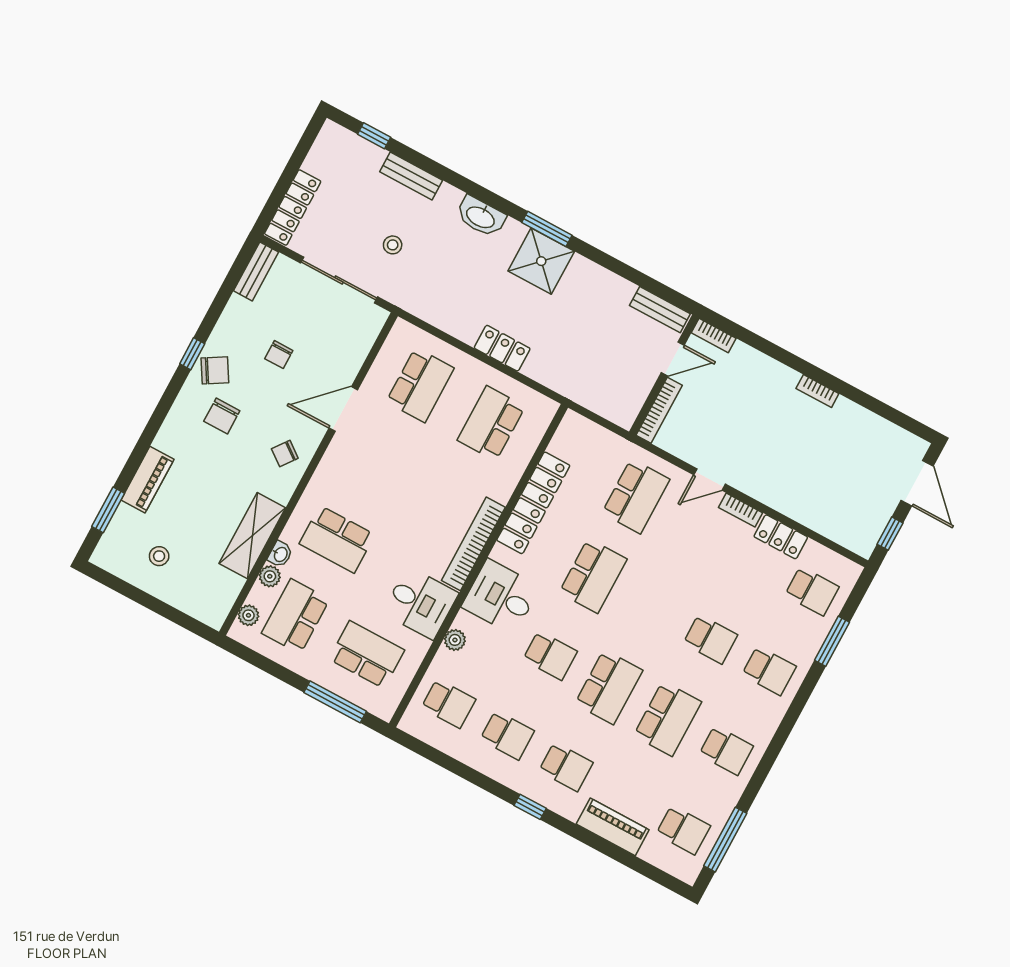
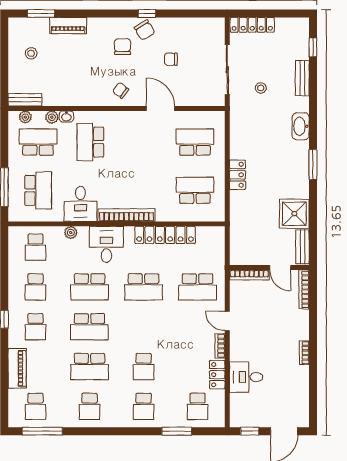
shower: (541, 261) -> (294, 214), moved
bench: (256, 271) -> (25, 100), moved
bookcase: (714, 336) -> (304, 289), width x1.56
school desk: (420, 385) -> (195, 142), turned 180
chair: (222, 416) -> (123, 47), turned 90
desk: (807, 496) -> (246, 377), added
shelving: (252, 536) -> (68, 97), removed
school desk: (550, 655) -> (90, 287), width x1.85

